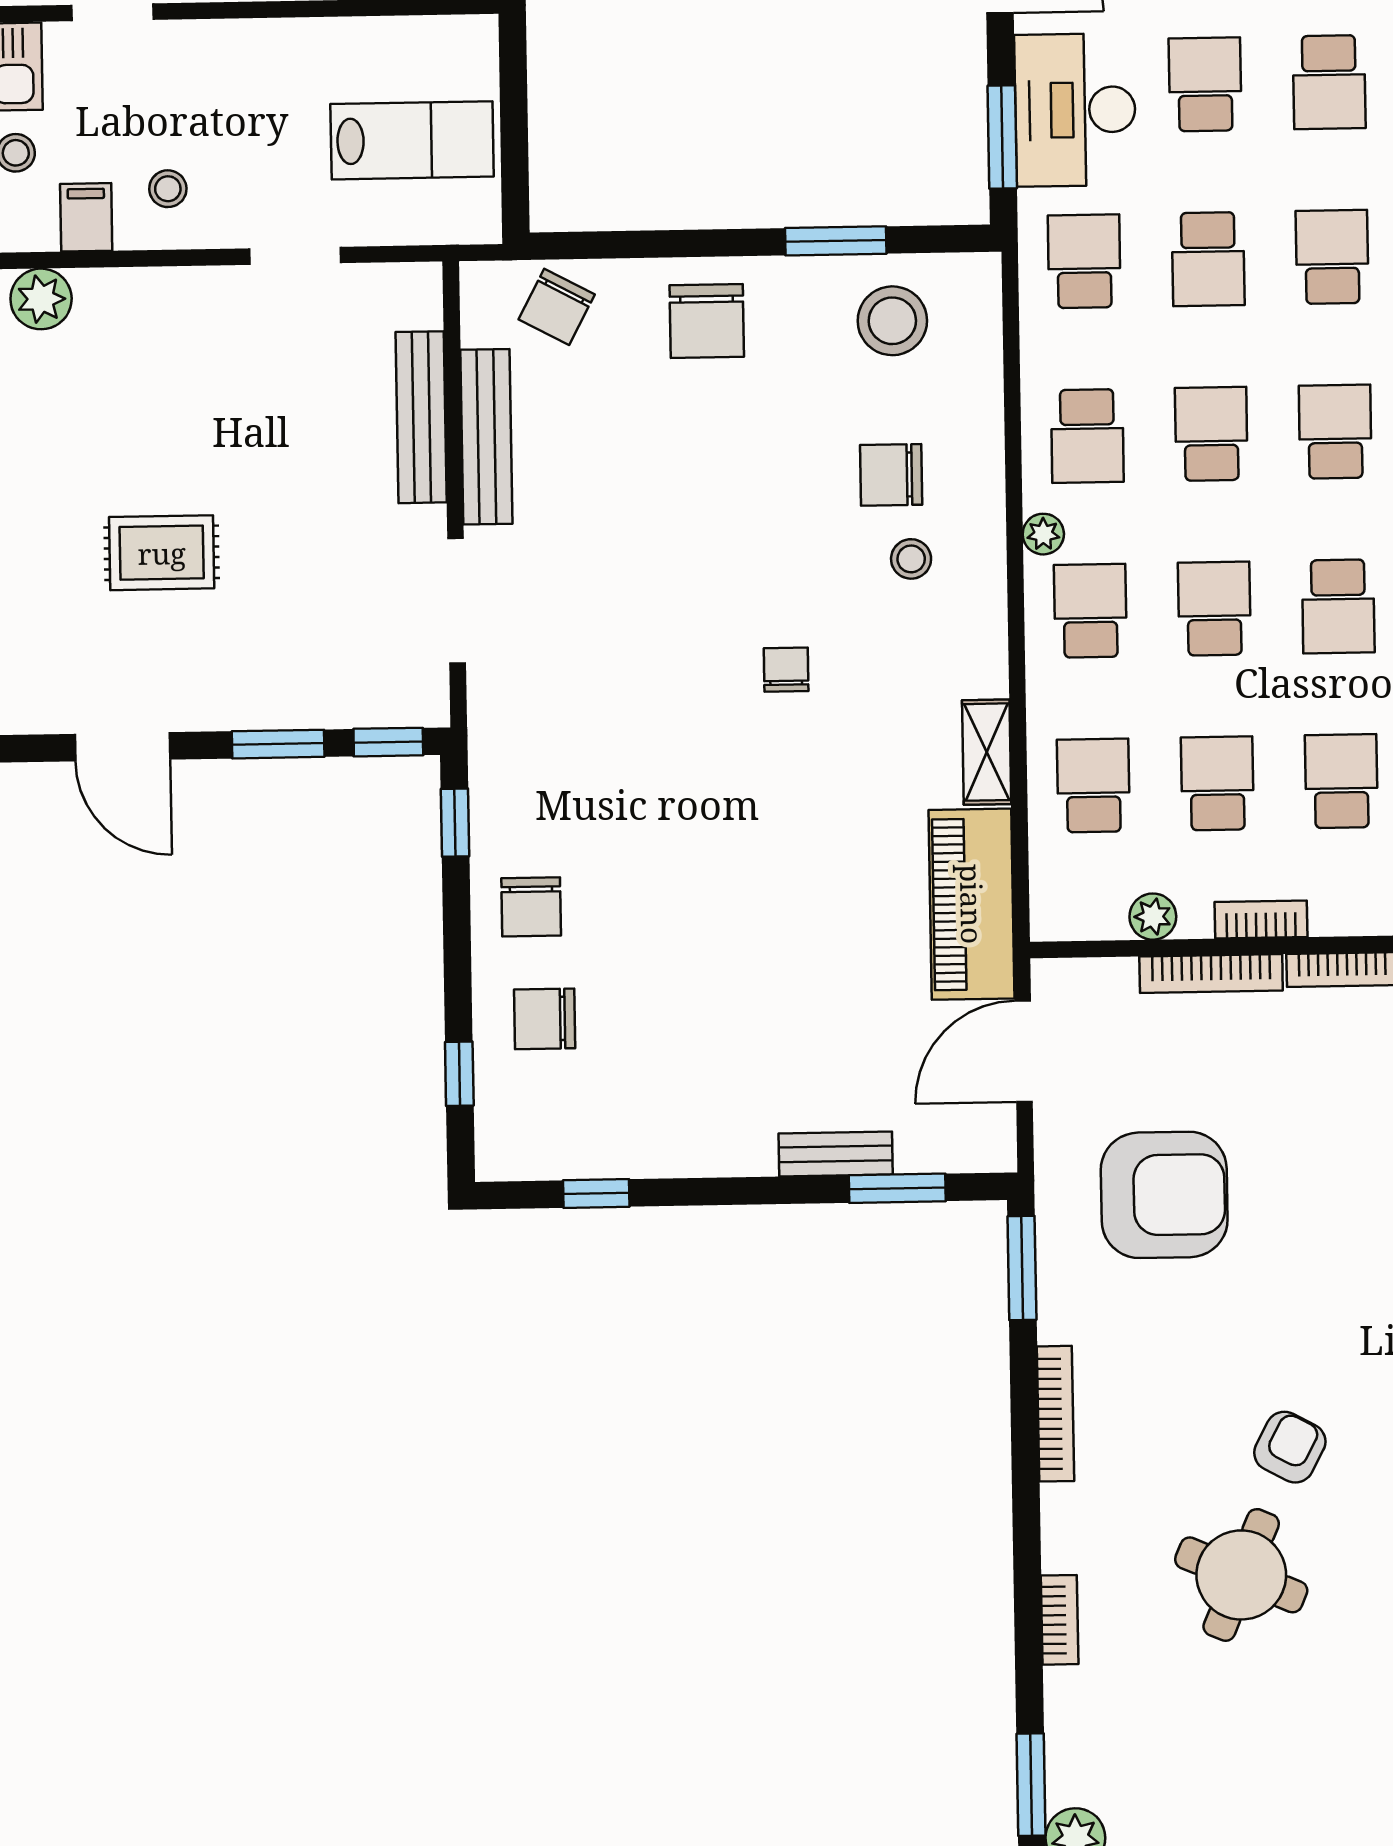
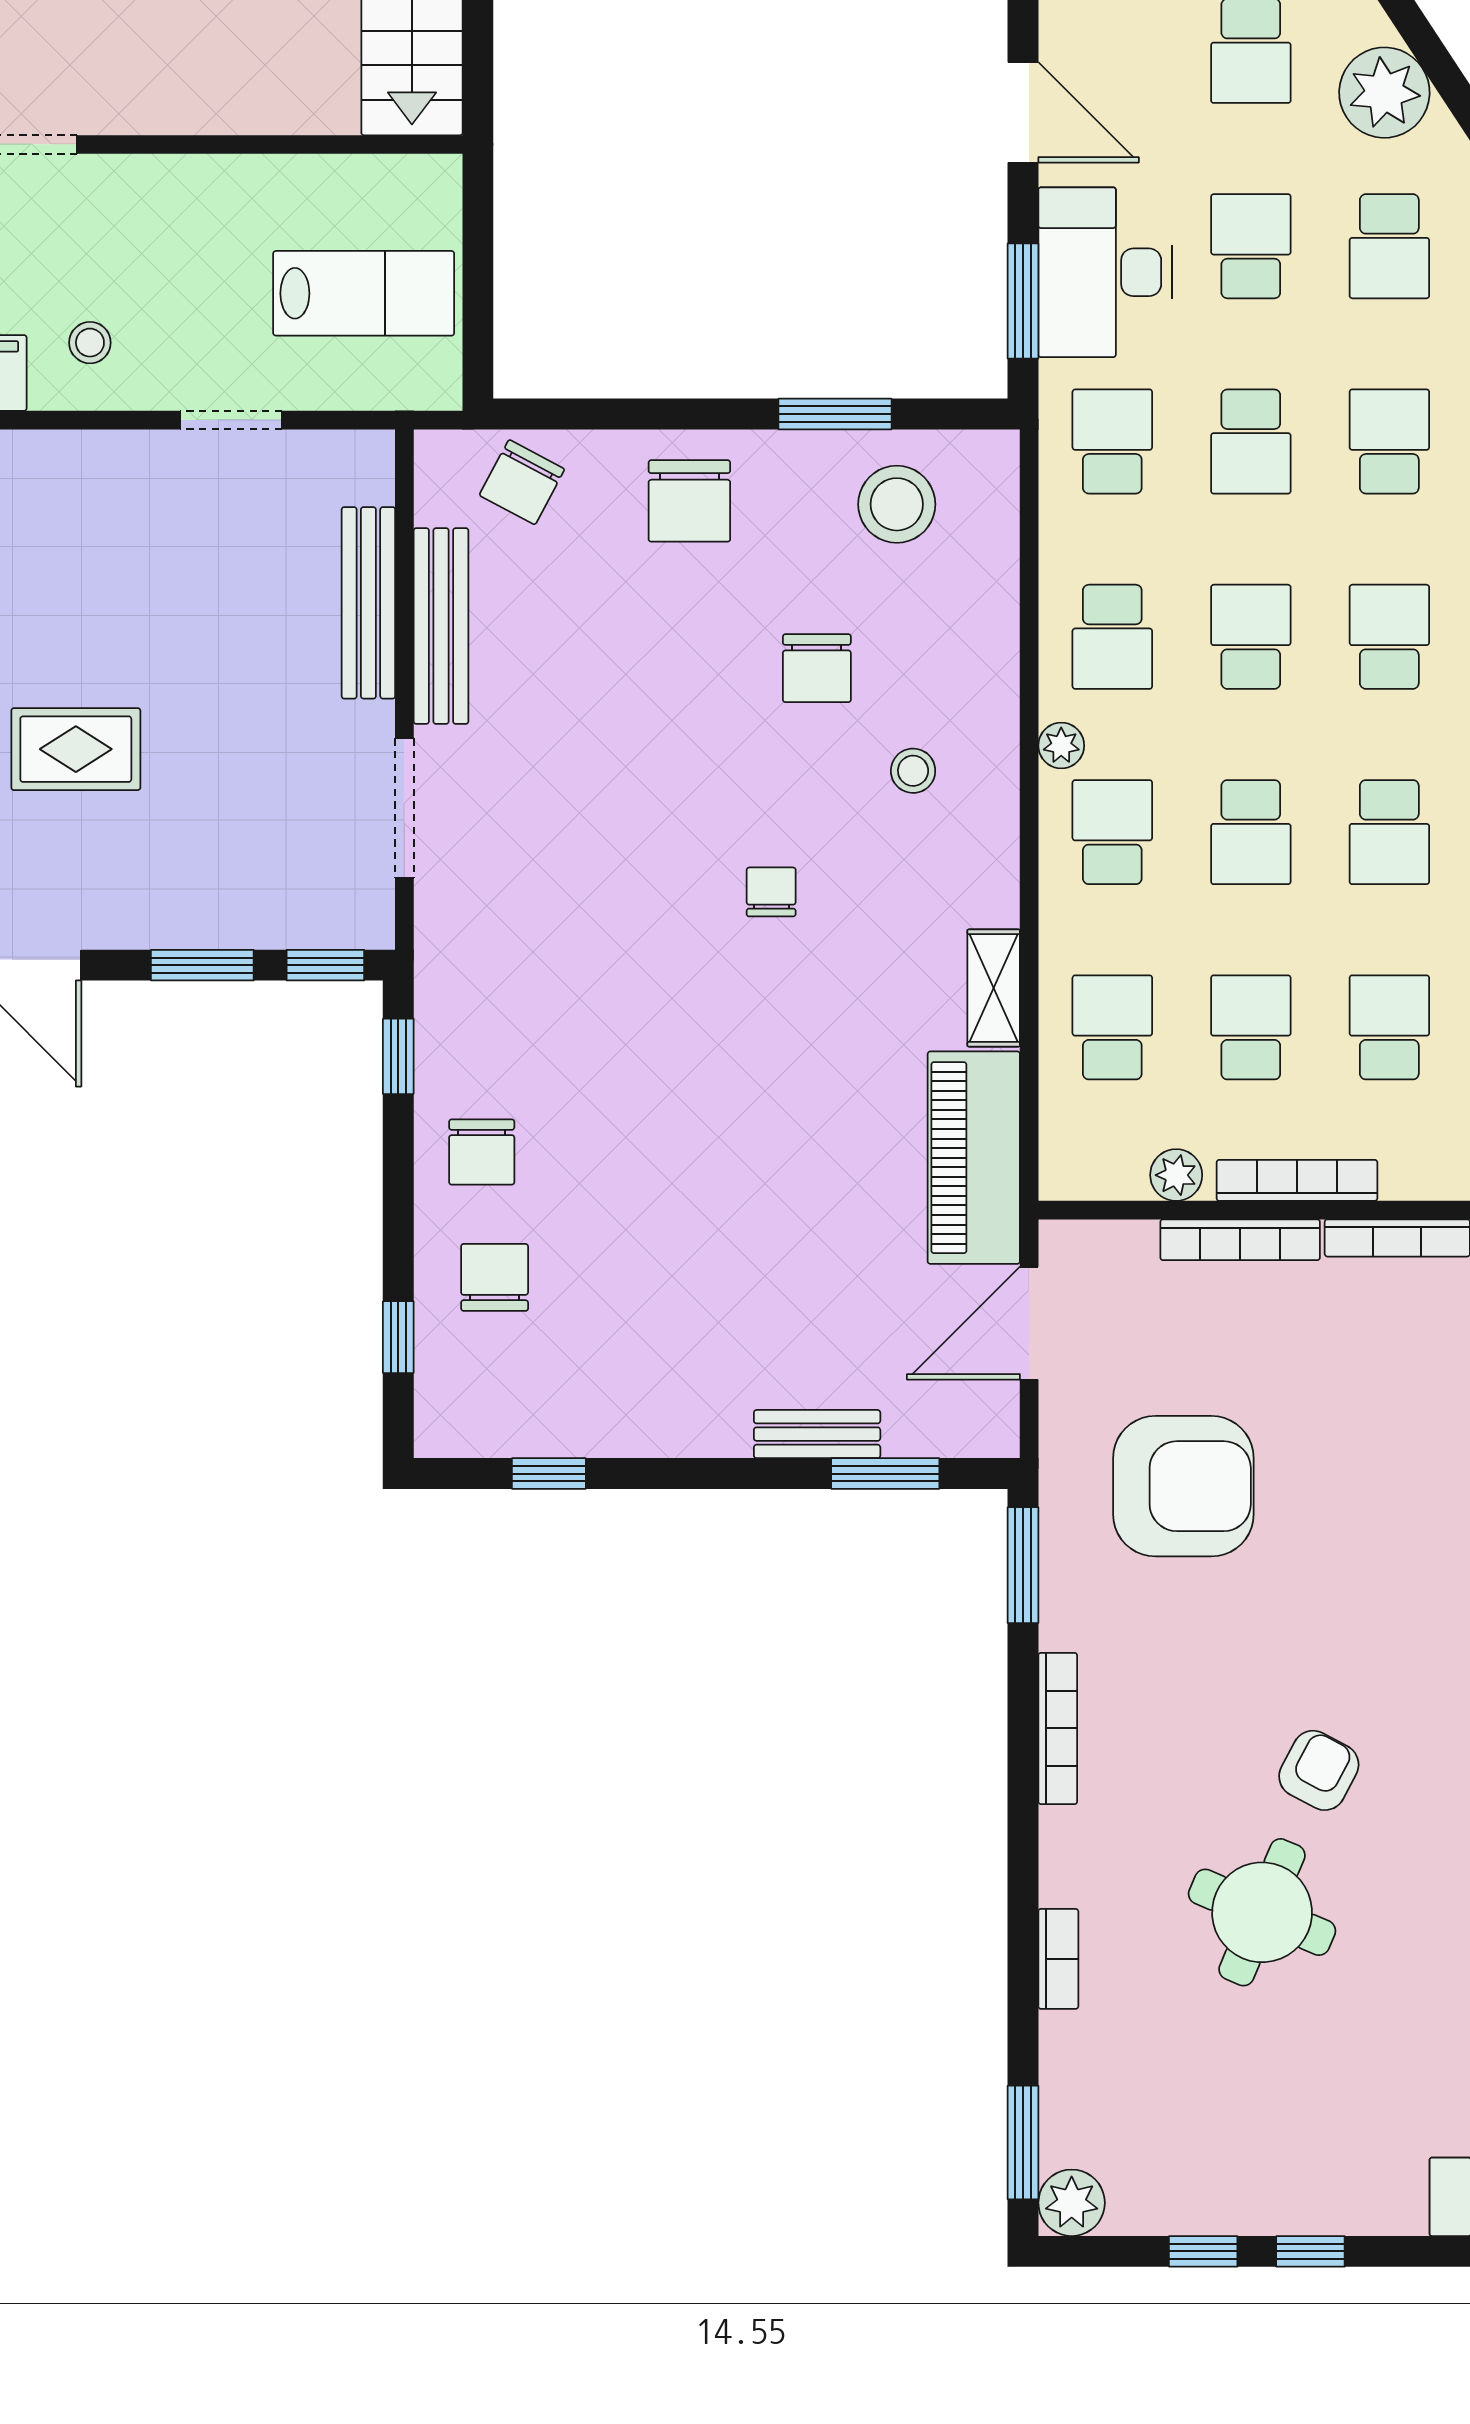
chair: (891, 475) -> (817, 668), moved, turned -90
school desk: (1214, 609) -> (1251, 832), turned 180
bookcase: (1261, 920) -> (1297, 1180), width x1.56
chair: (545, 1019) -> (495, 1277), turned 90

